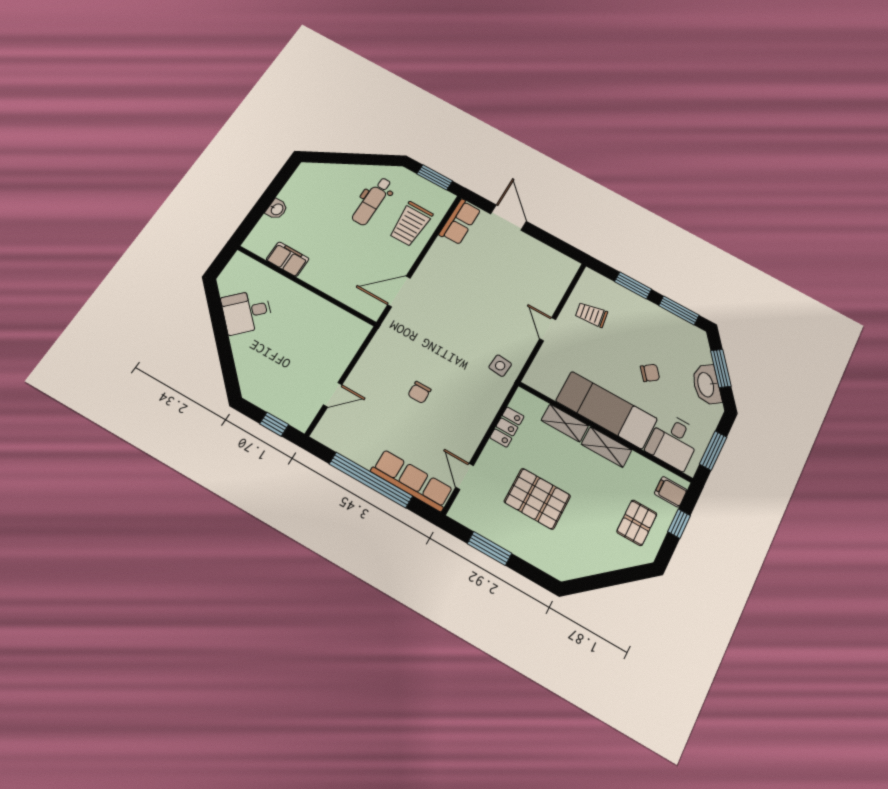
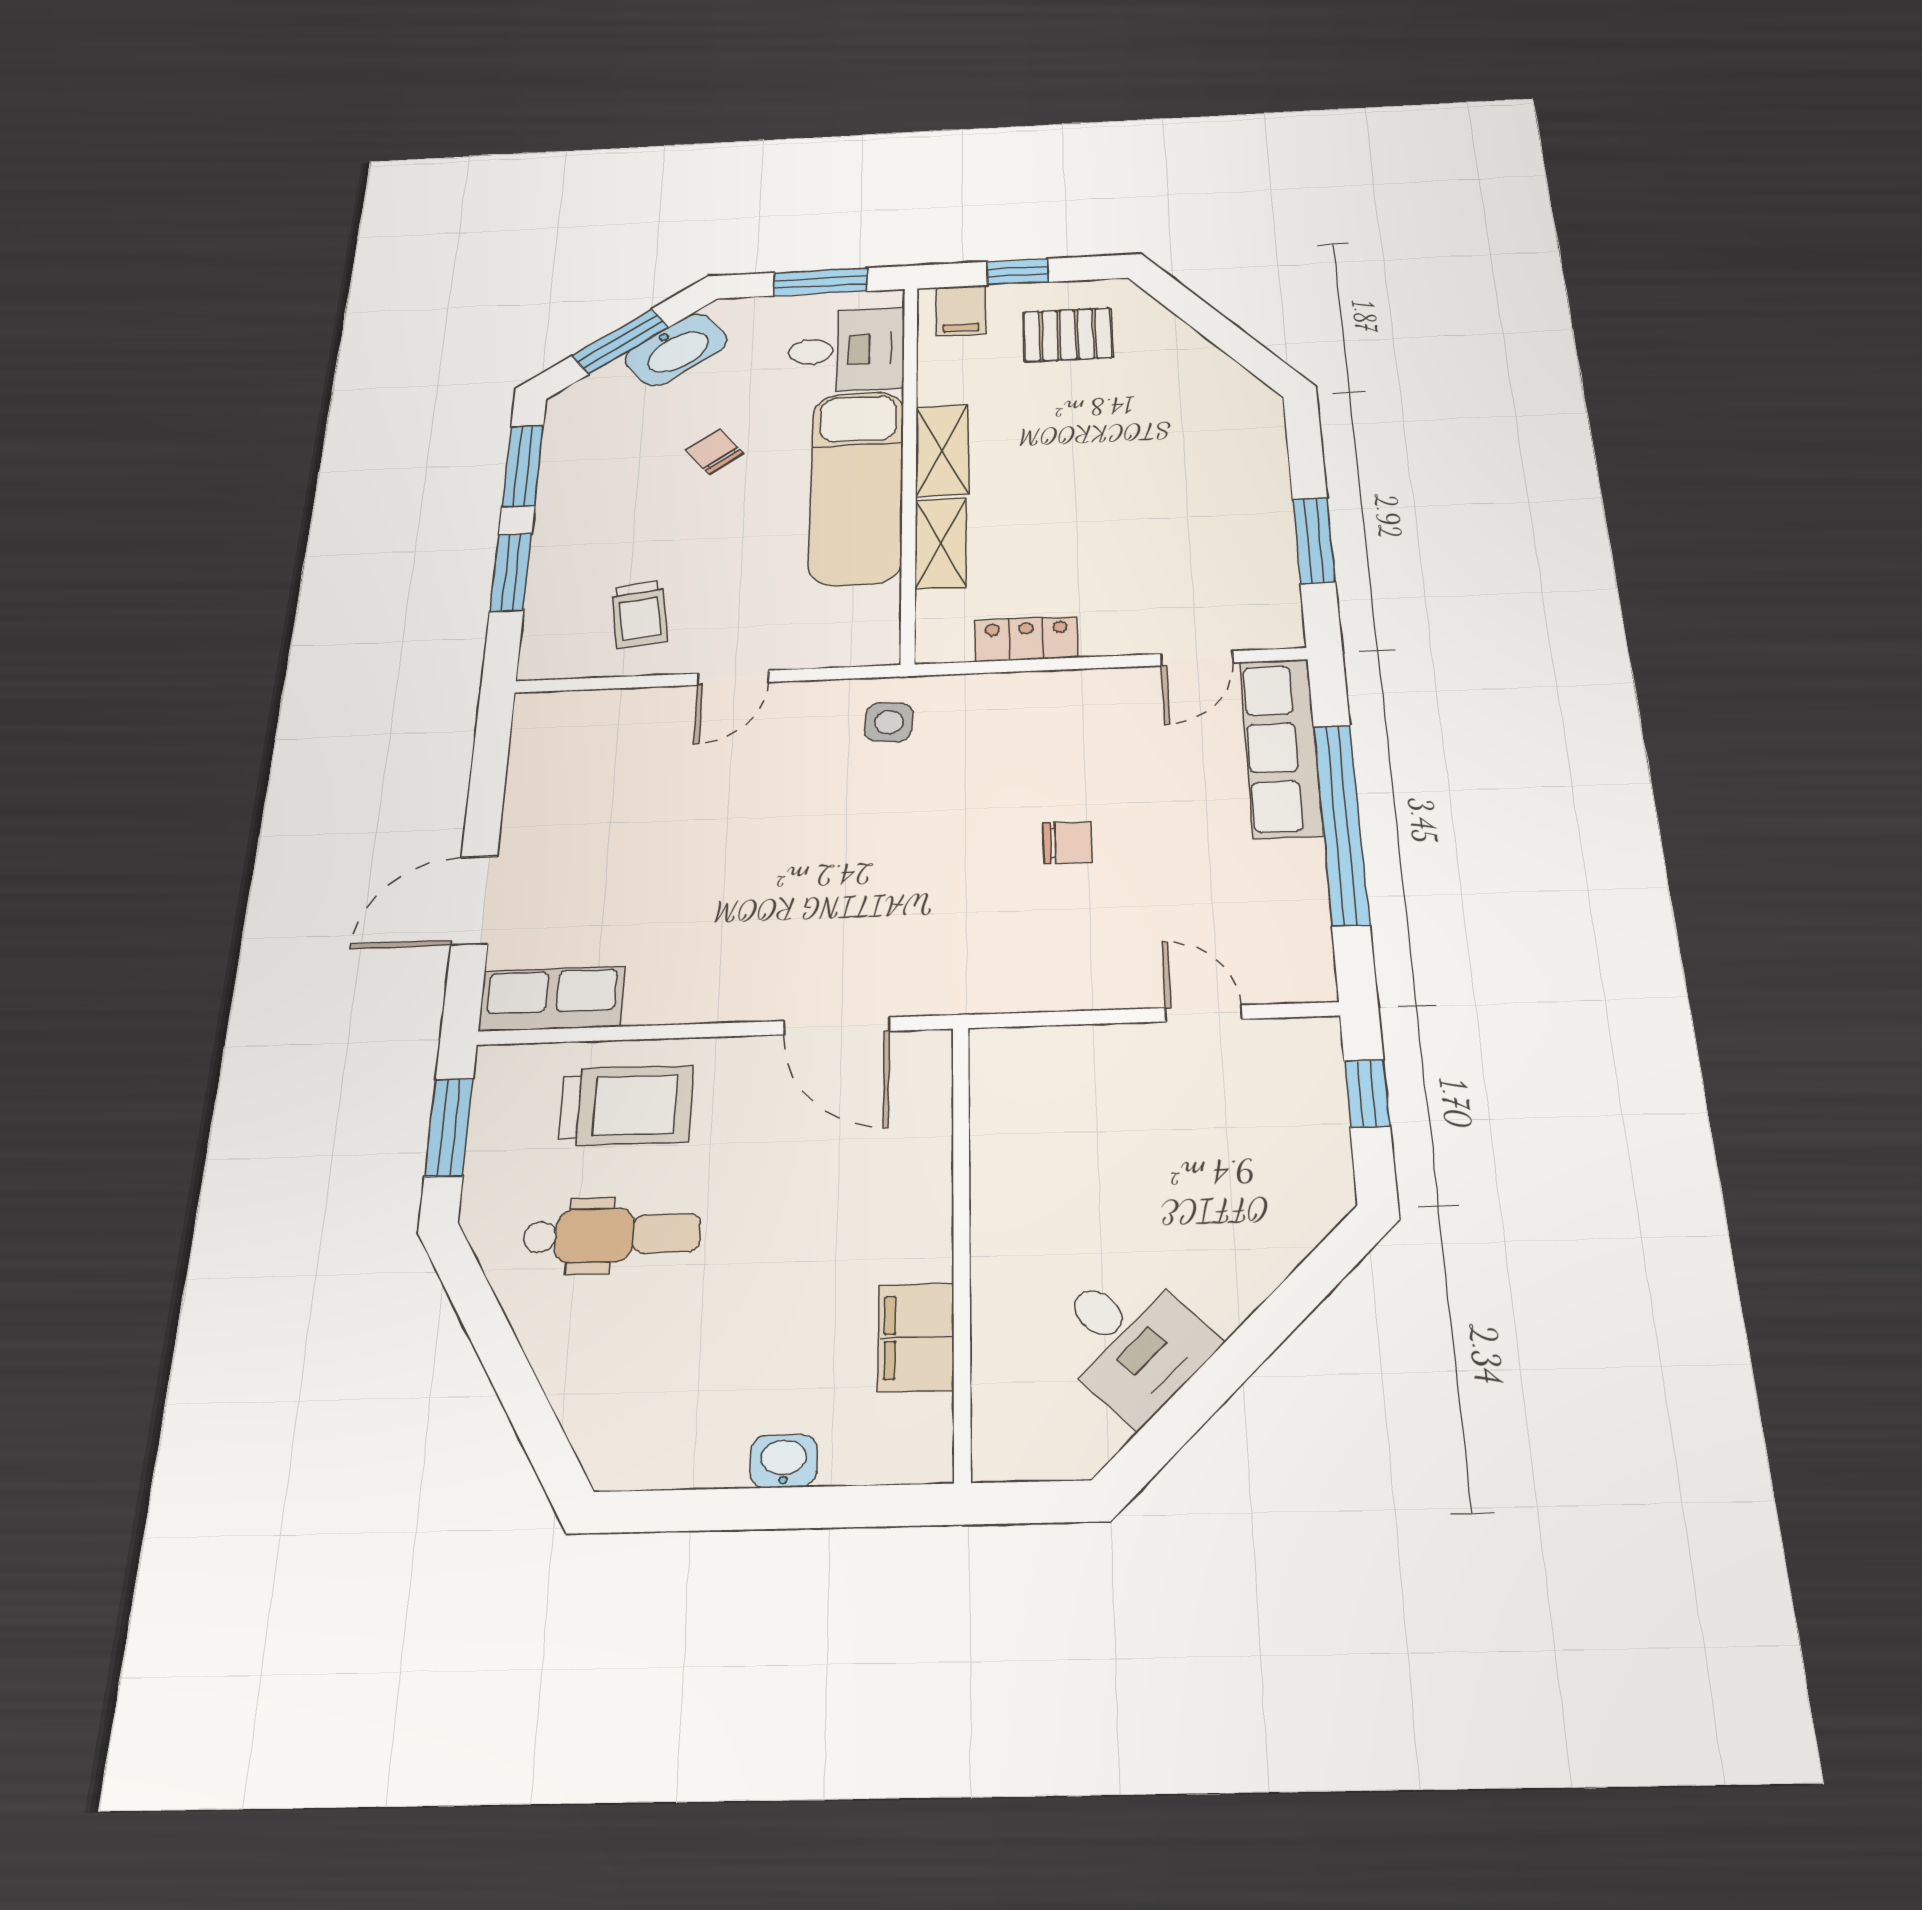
pallet: (537, 499) -> (1145, 512), removed

